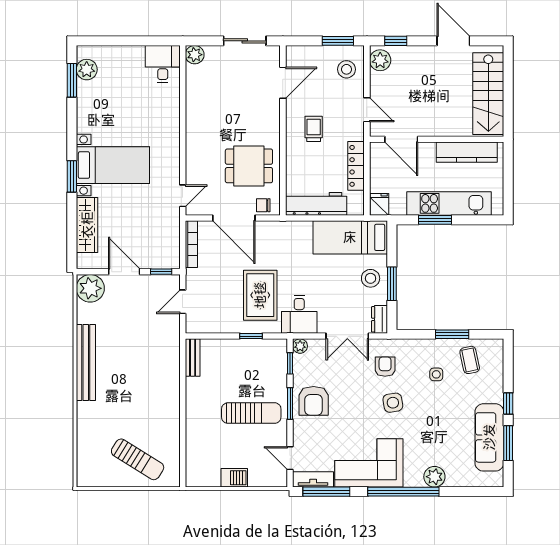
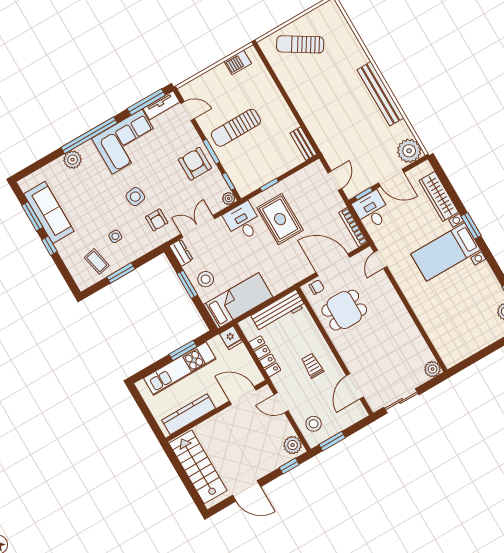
desk: (163, 64) -> (372, 210), moved, turned 180
trolley: (314, 129) -> (312, 366), turned 180
barbecue: (234, 478) -> (238, 62), moved

